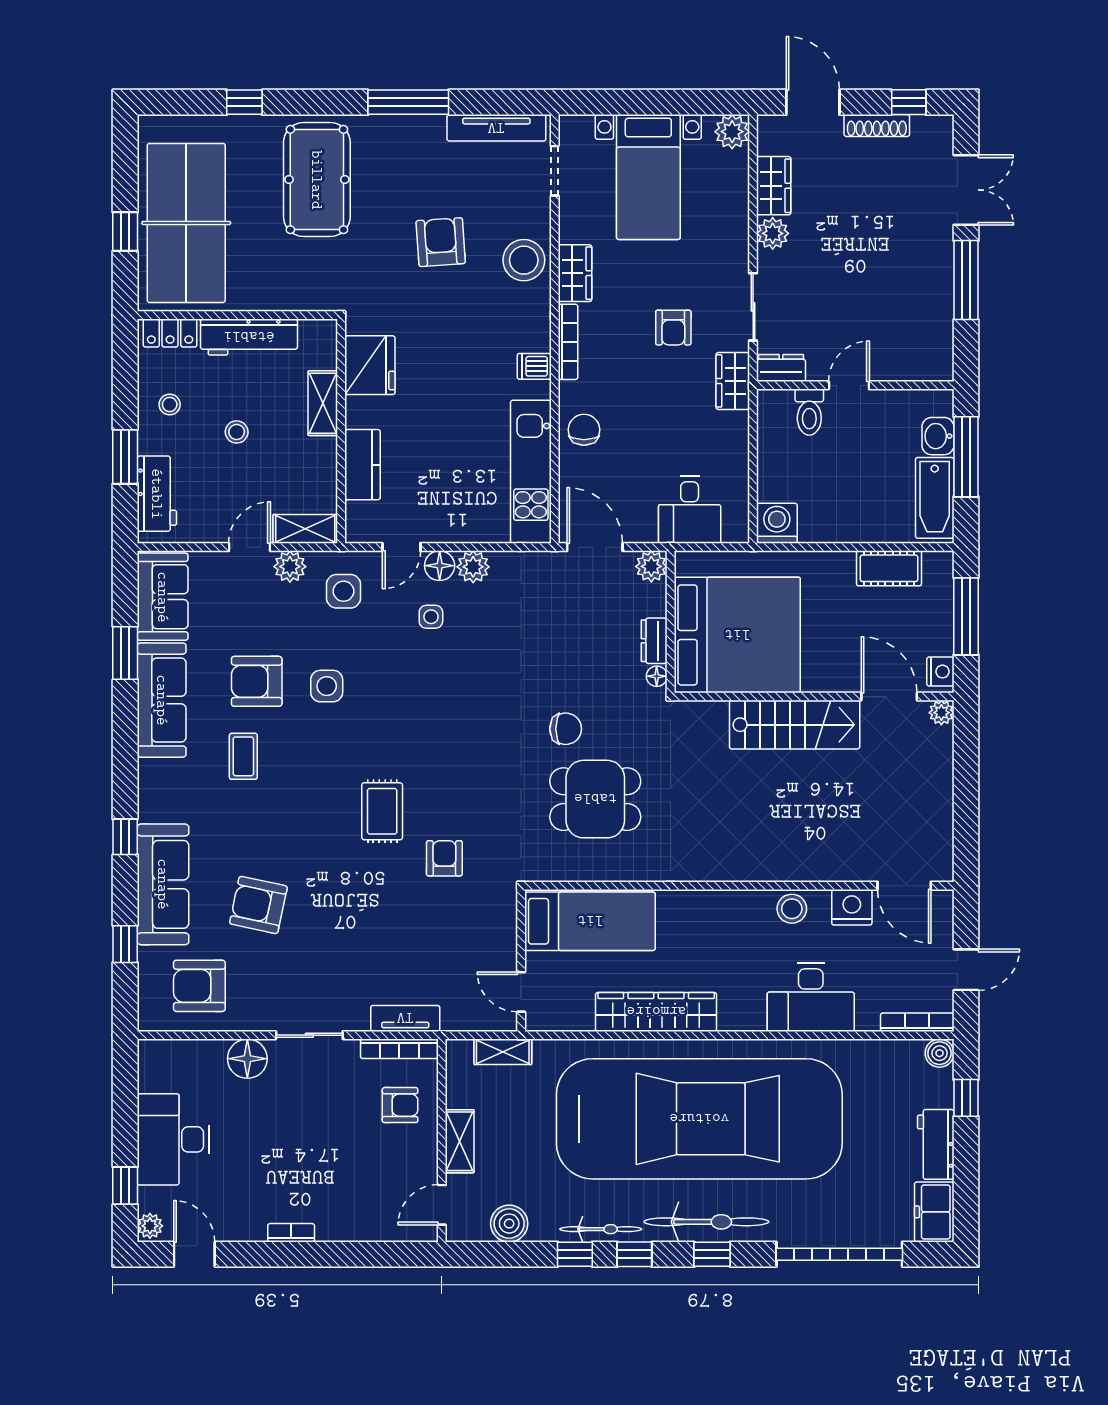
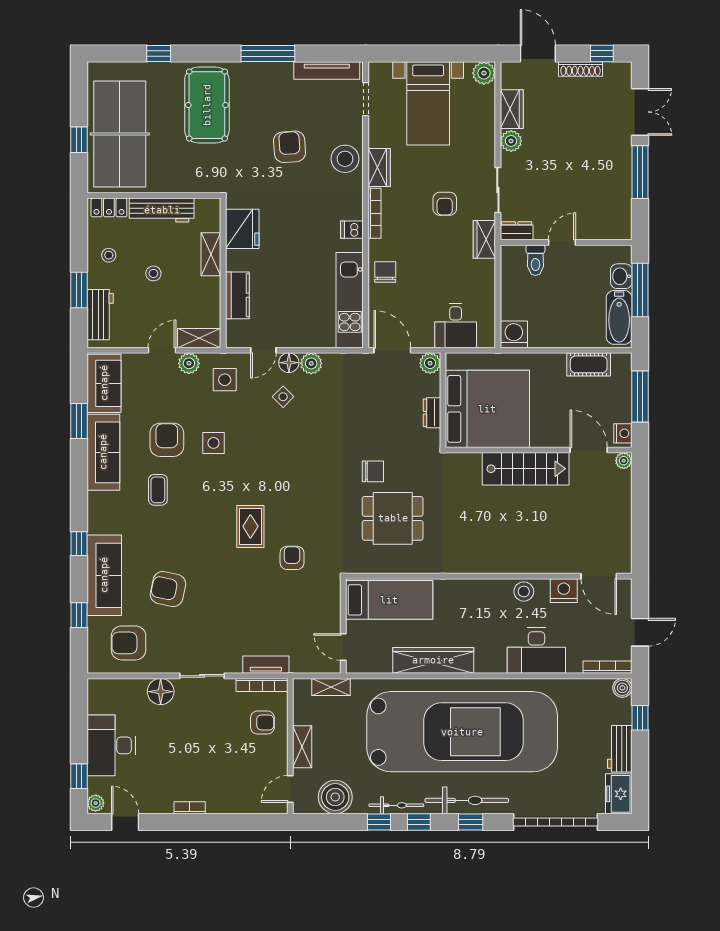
side table: (431, 617) -> (283, 397), turned 45
floor lamp: (657, 676) -> (434, 436), removed
armchair: (257, 681) -> (167, 440), turned 90
boiler: (509, 1224) -> (335, 797), width x1.37, depth x1.37

